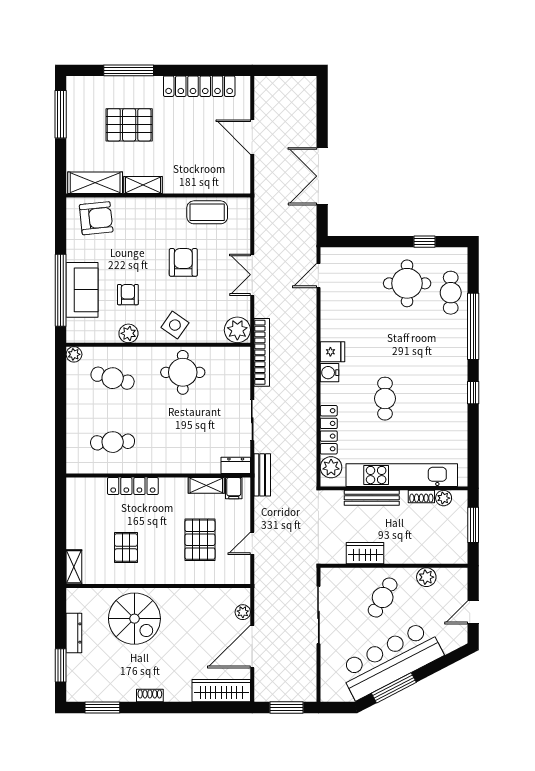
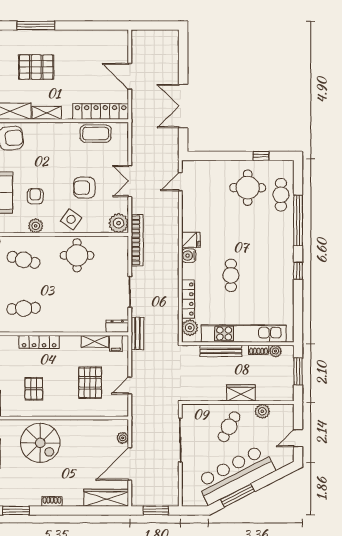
locker: (199, 86) -> (101, 112), moved, turned 180
armchair: (183, 262) -> (84, 188), moved, turned -90
wardrobe: (365, 553) -> (241, 393), moved

